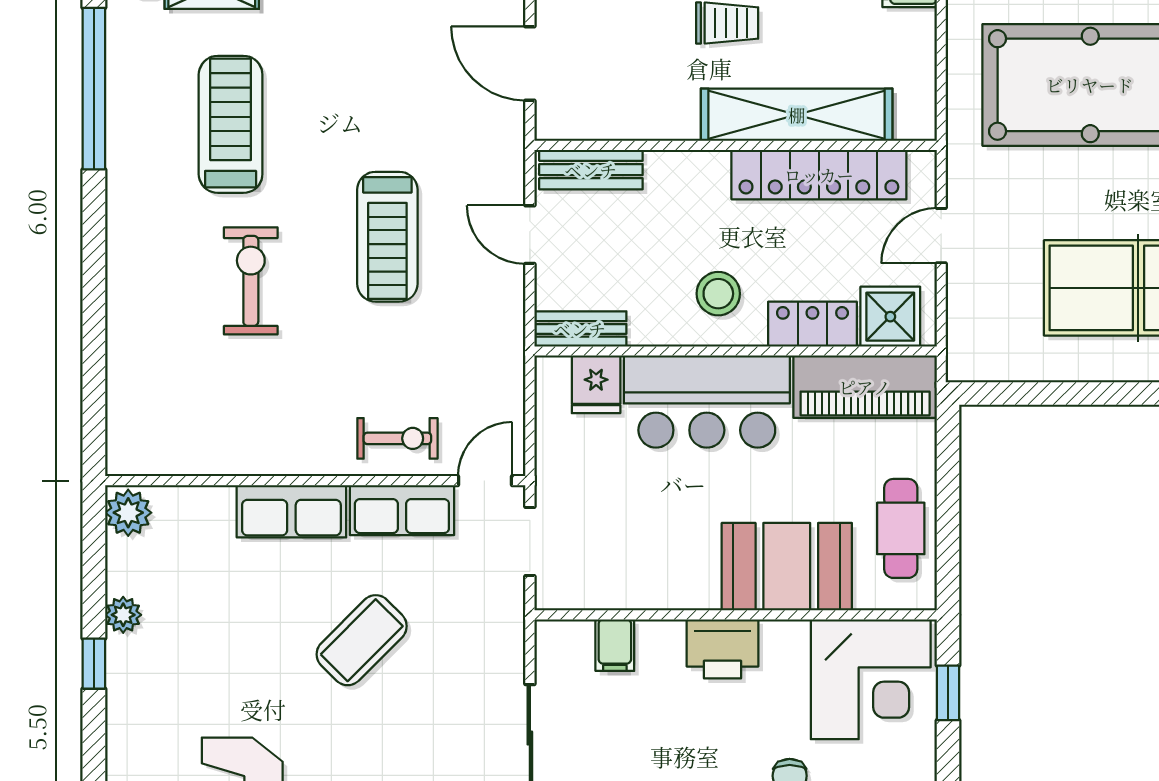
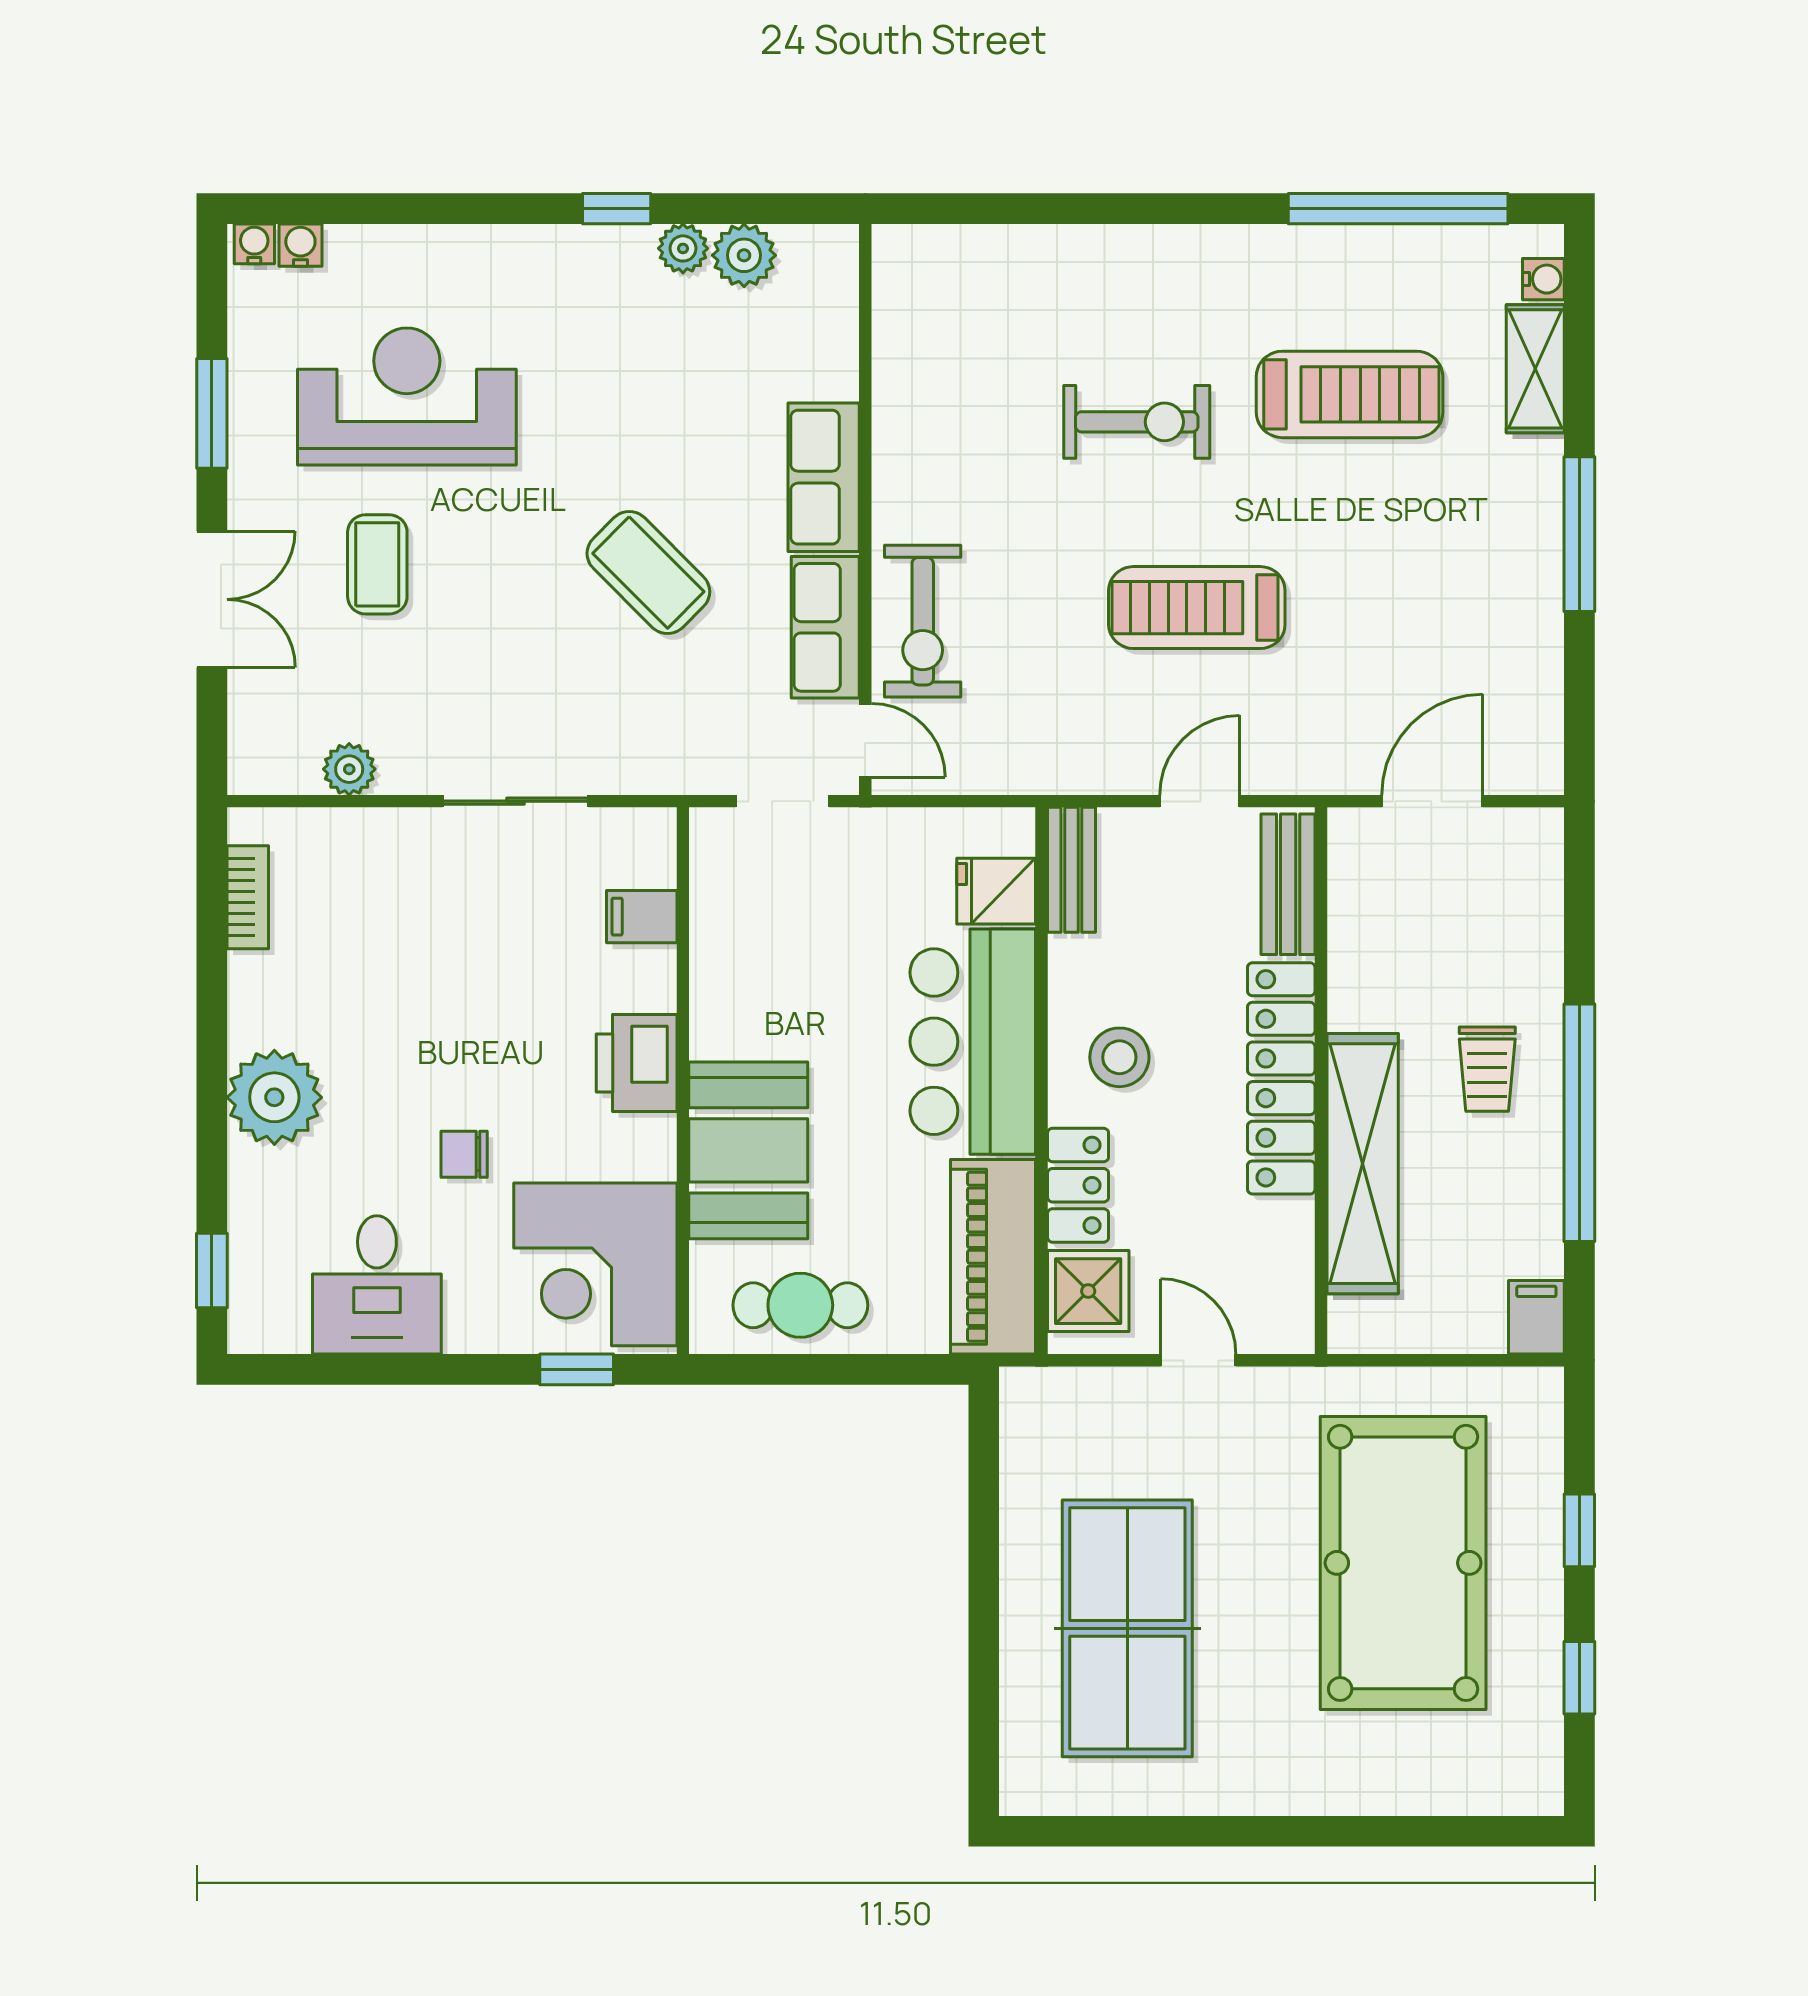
locker: (819, 175) -> (1281, 1078), moved
exercise bike: (397, 438) -> (923, 621), width x1.38, depth x1.39
plant: (128, 513) -> (744, 255), moved

